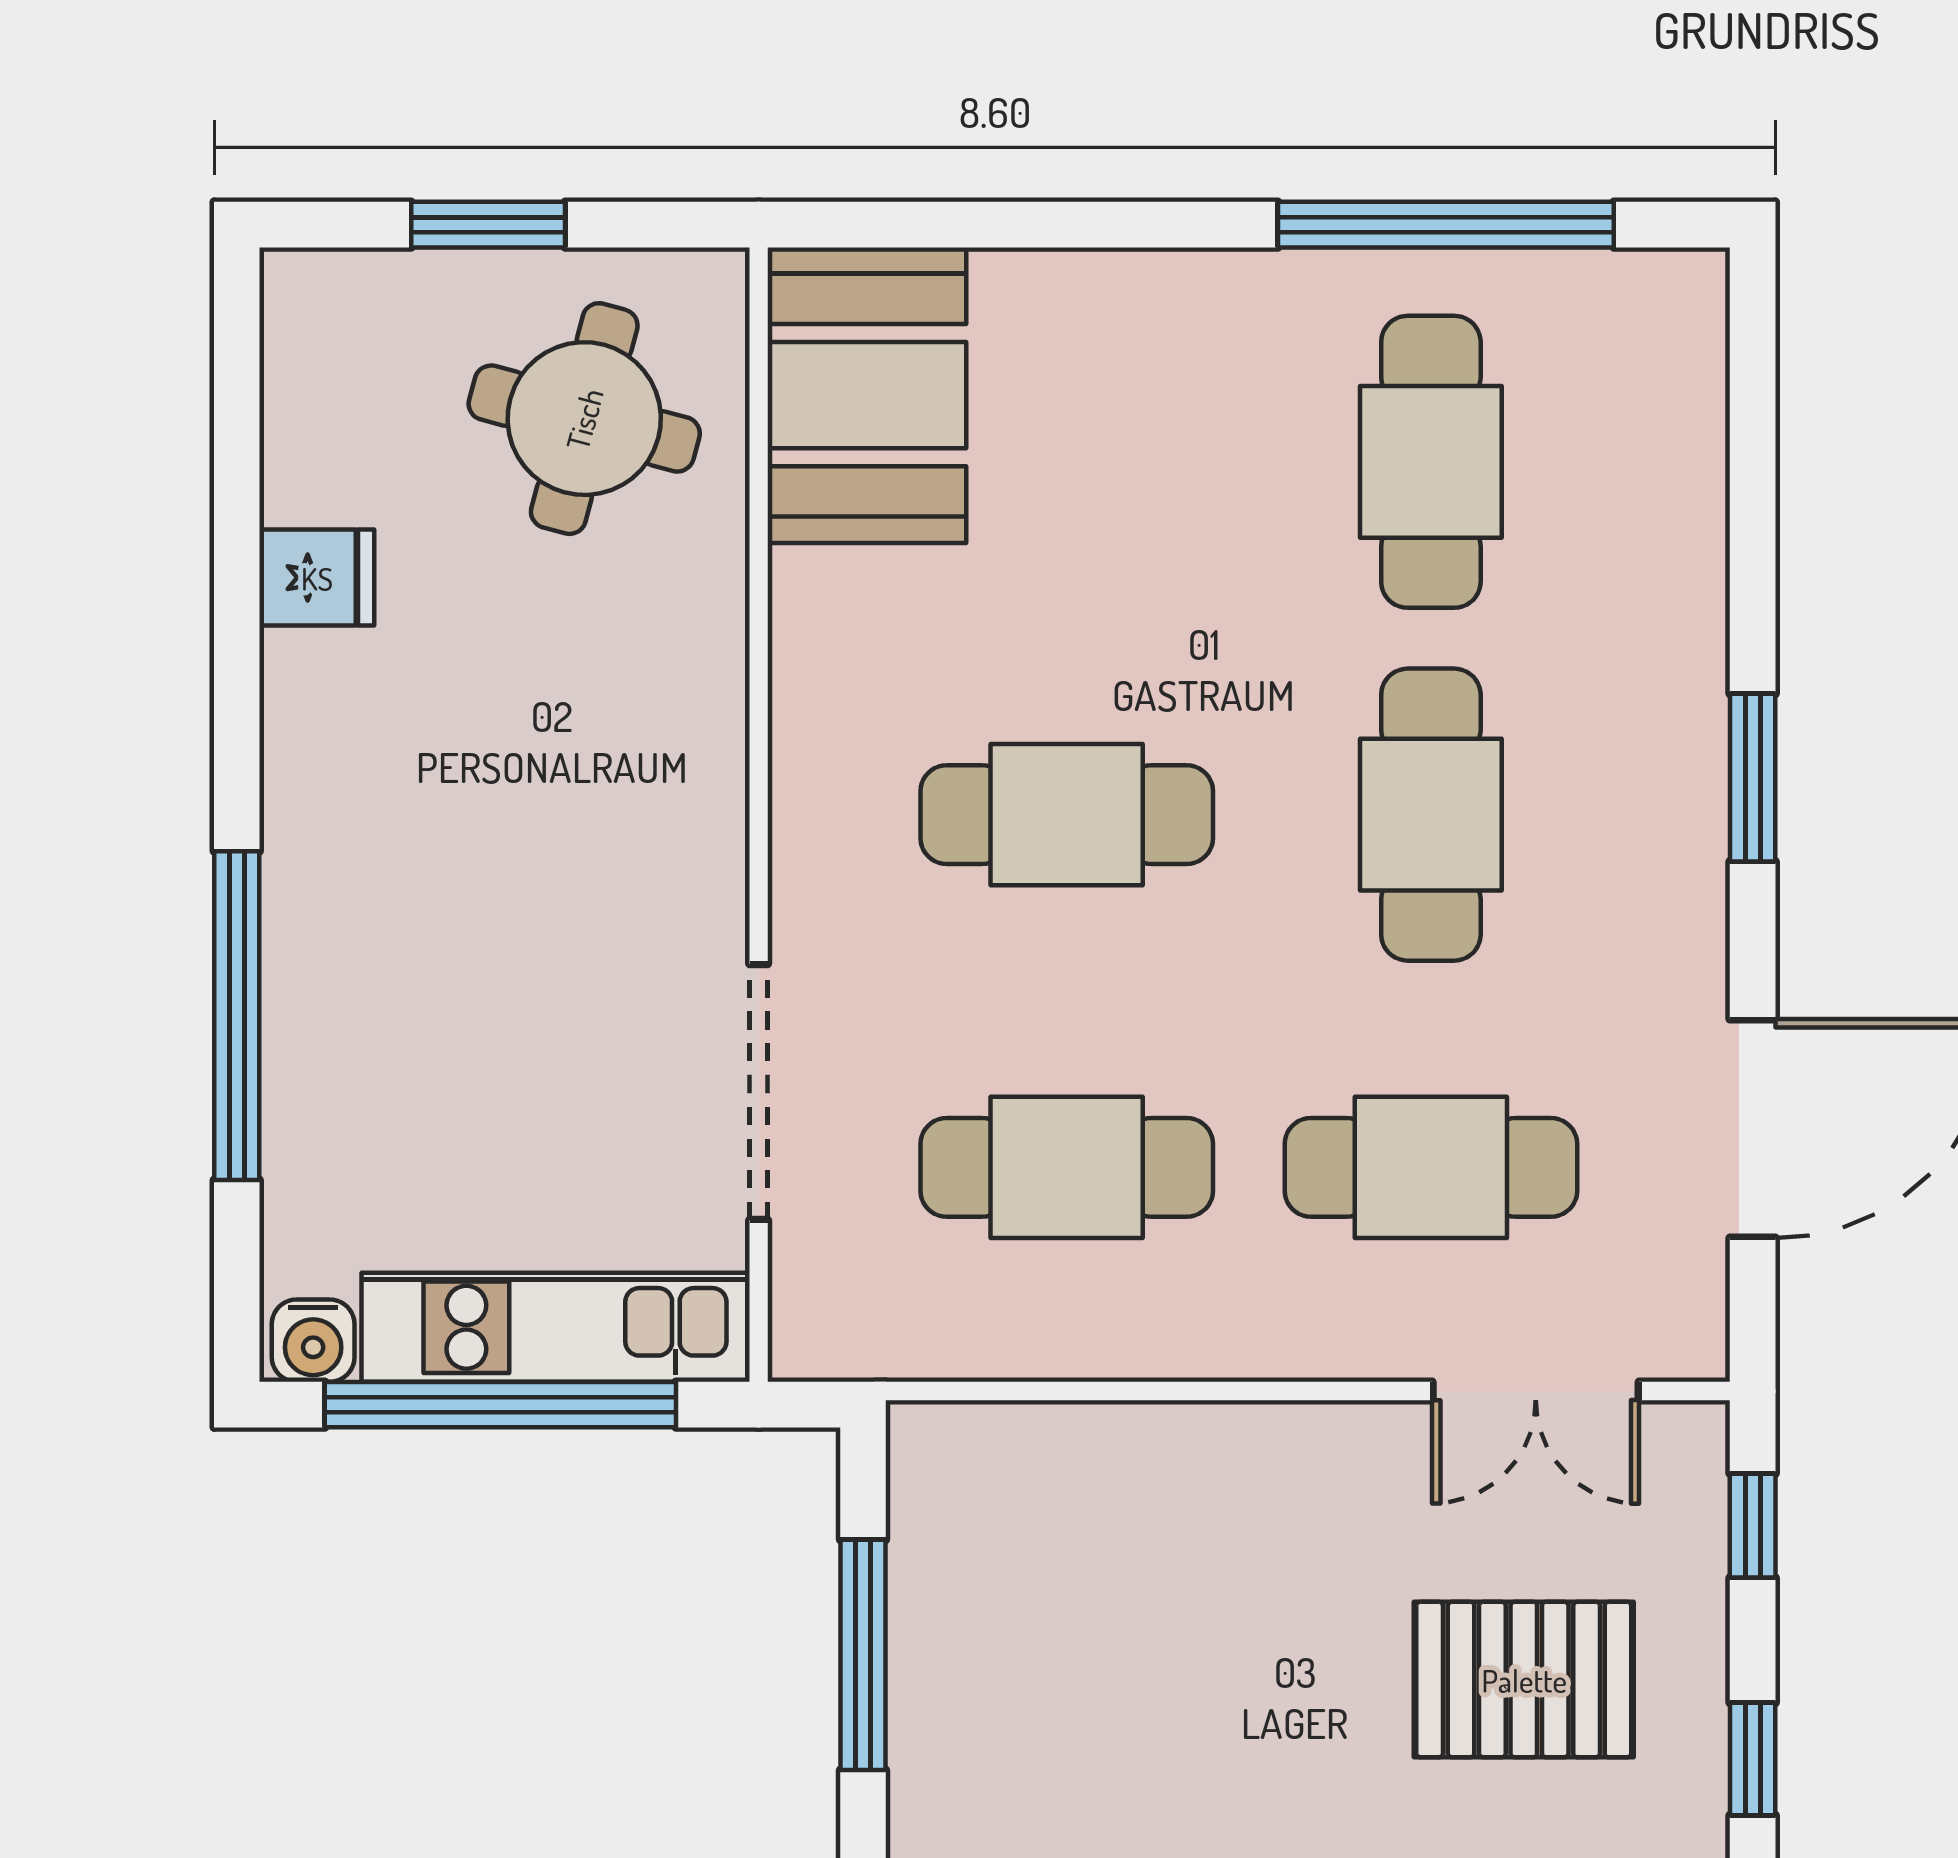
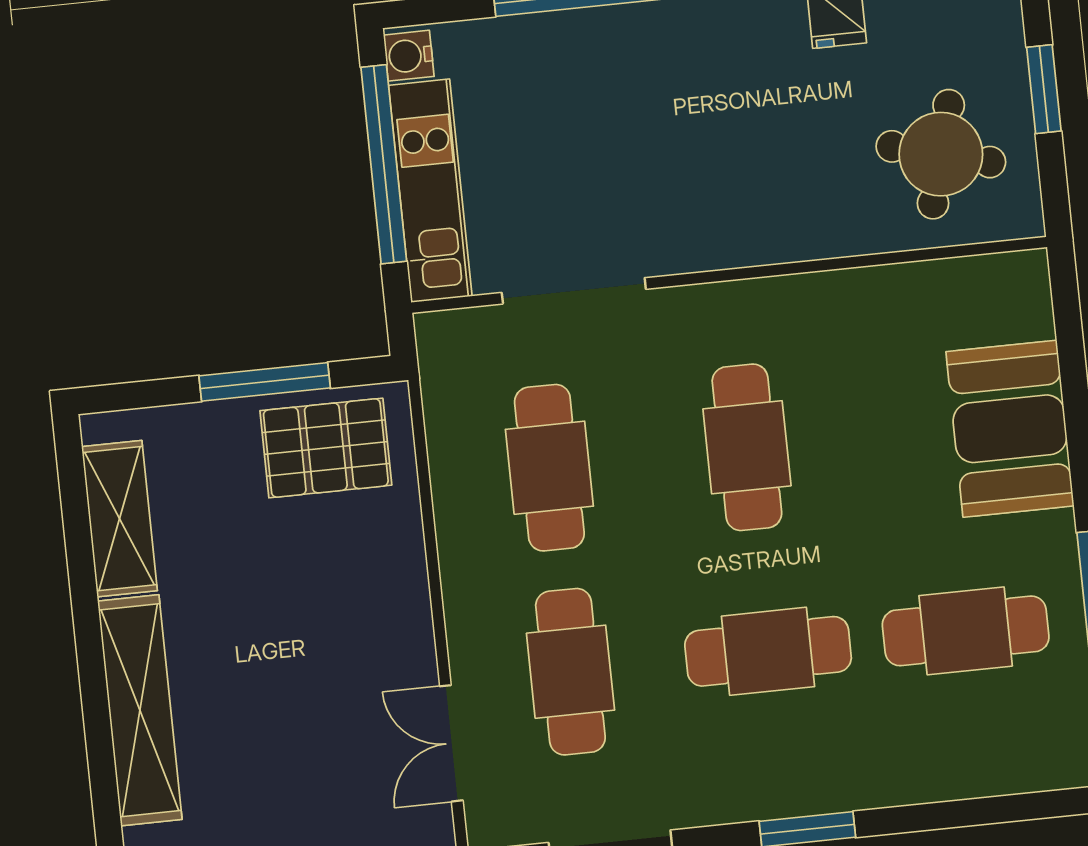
booth: (867, 395) -> (1010, 429), moved, turned 90
pallet: (1524, 1680) -> (326, 448), moved, turned 90

